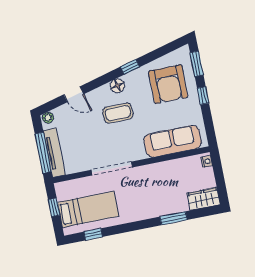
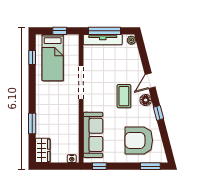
door: (74, 94) -> (150, 81), moved
window: (203, 96) -> (99, 166), moved

